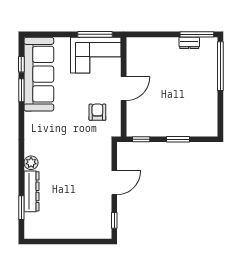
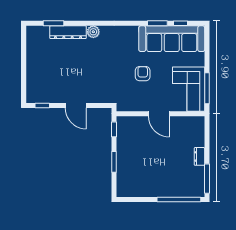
dresser: (189, 43) -> (199, 156), moved
armchair: (97, 112) -> (143, 74), moved, turned -90

